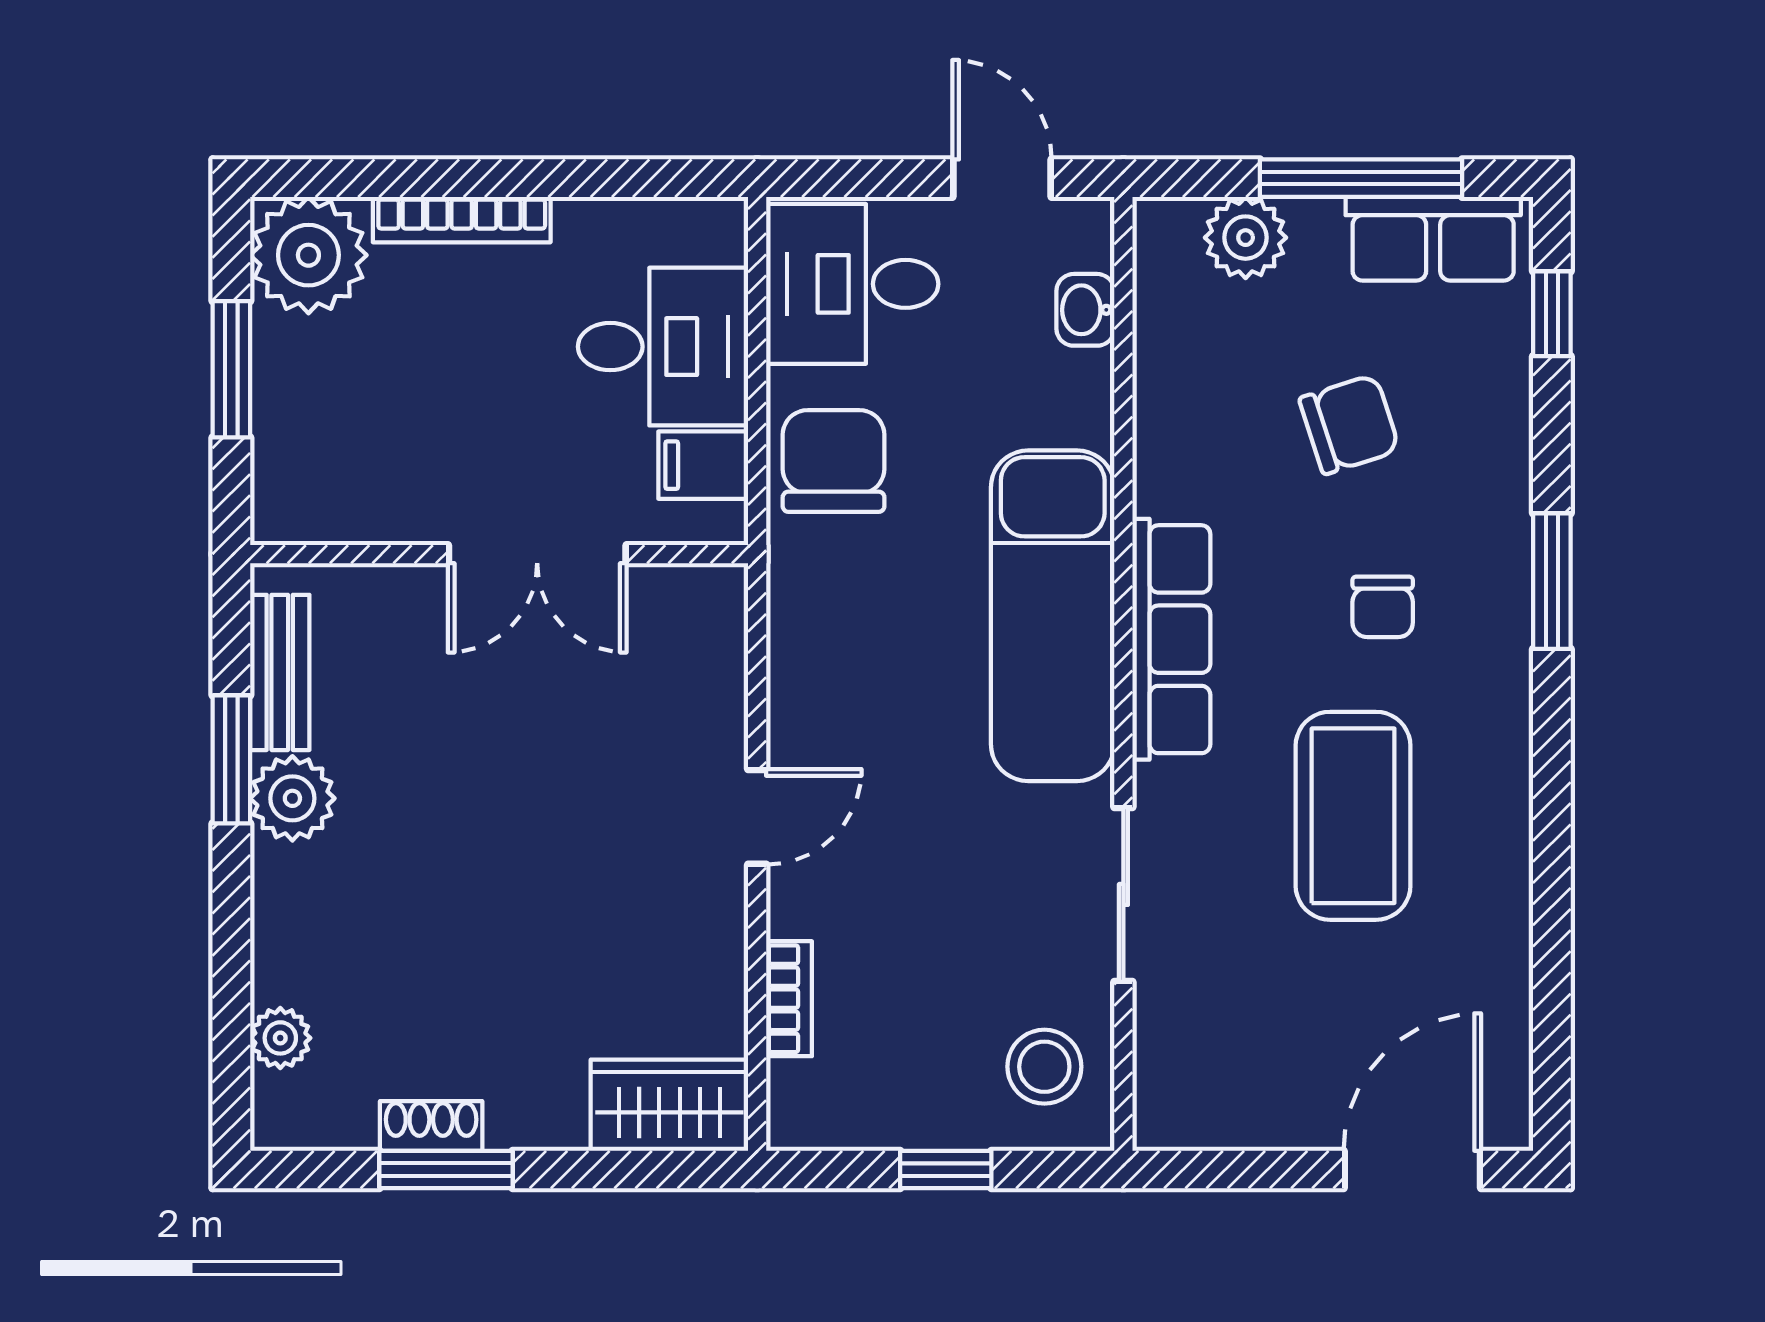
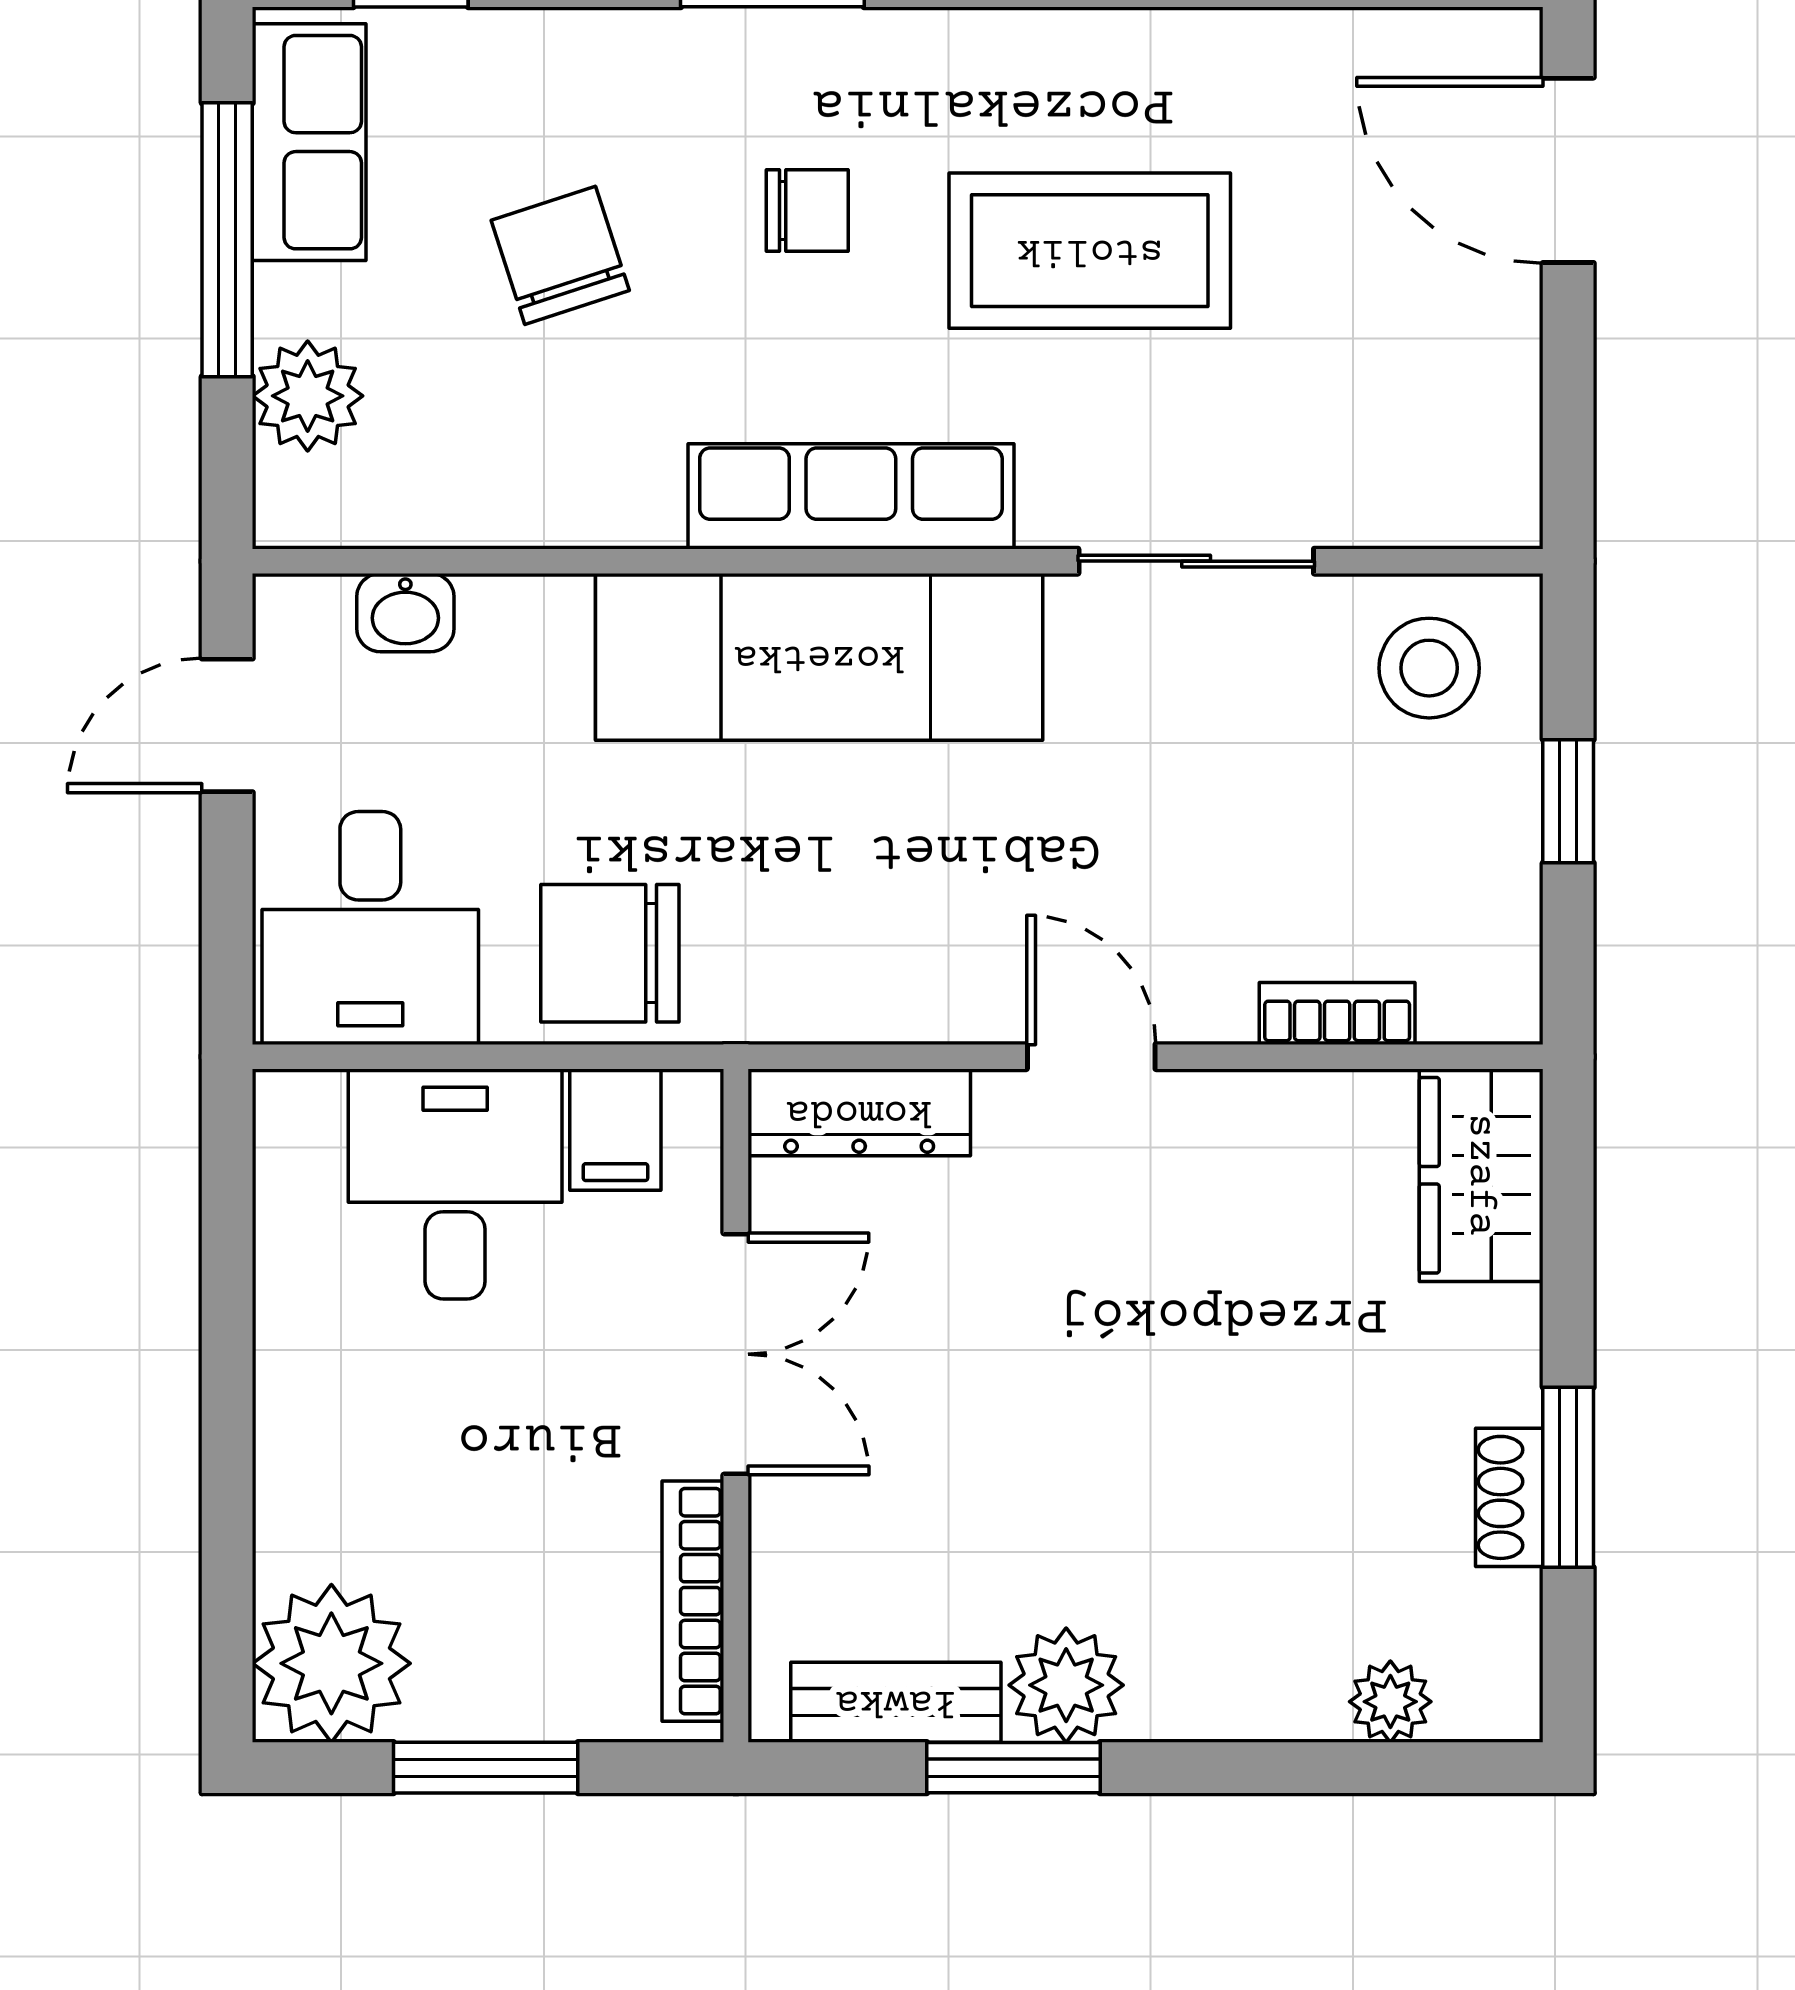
bookcase: (462, 220) -> (693, 1601), moved, turned 180
dresser: (716, 645) -> (859, 1112), added

